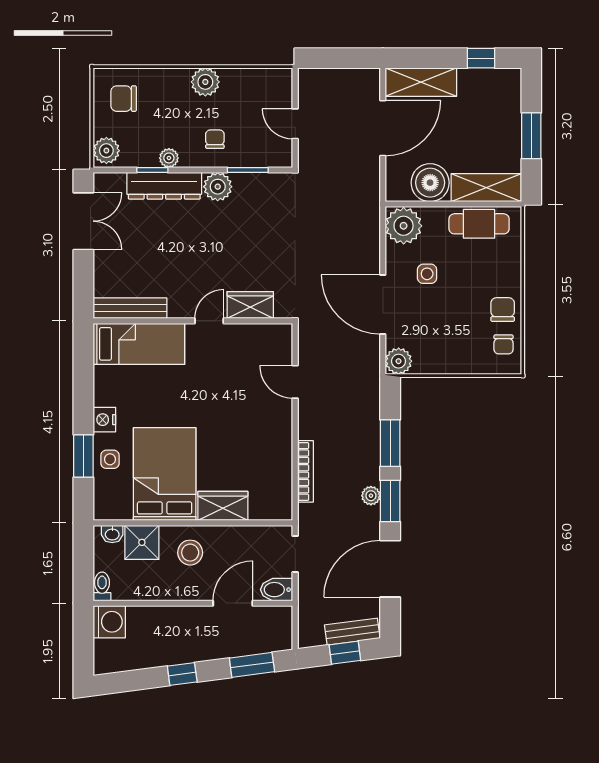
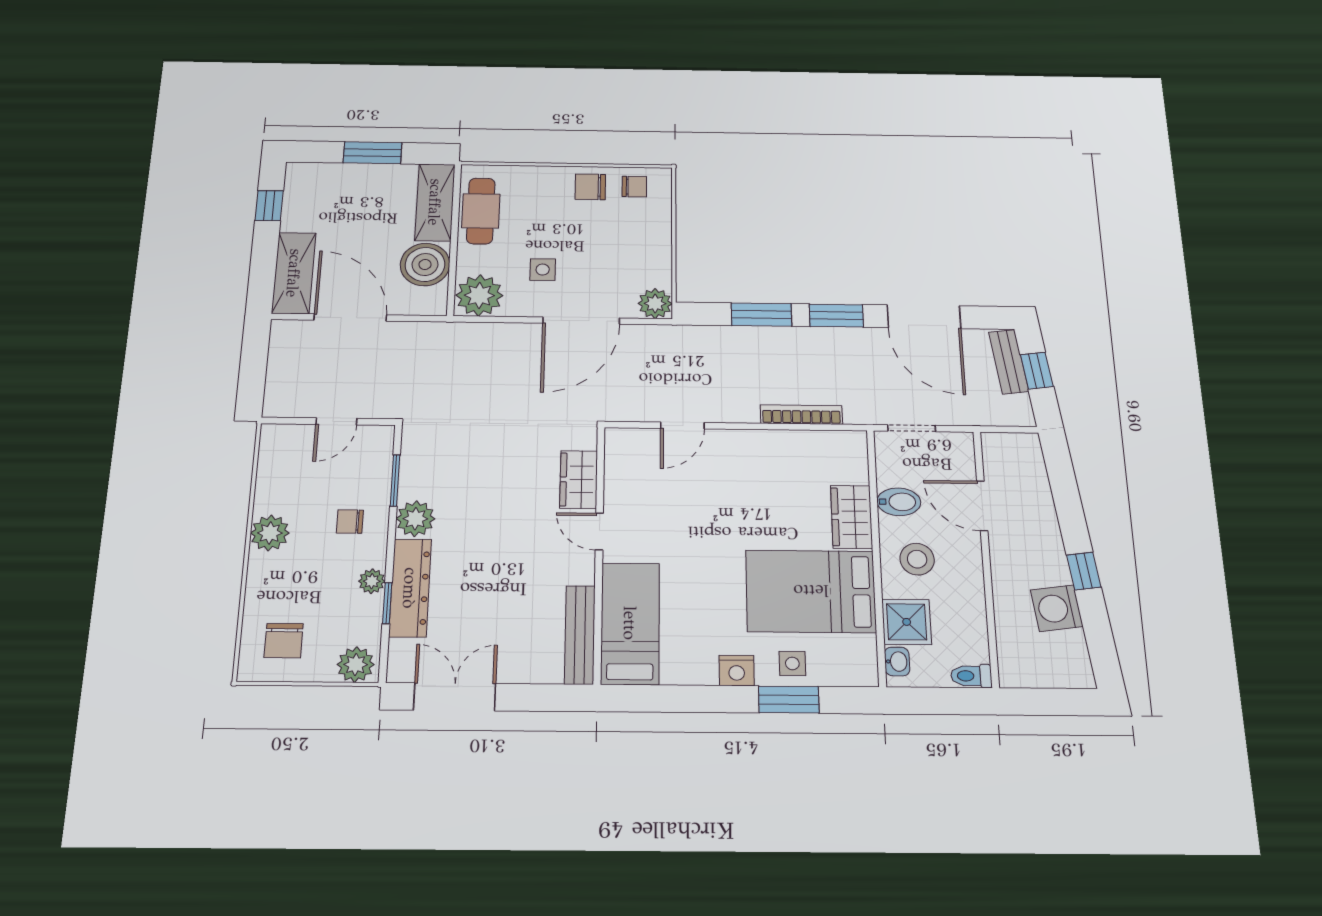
plant: (371, 496) -> (830, 338), removed
bidet: (277, 590) -> (899, 502), moved, turned -90
washing machine: (109, 622) -> (1057, 608), moved, turned -97
window: (252, 665) -> (1063, 483), removed

